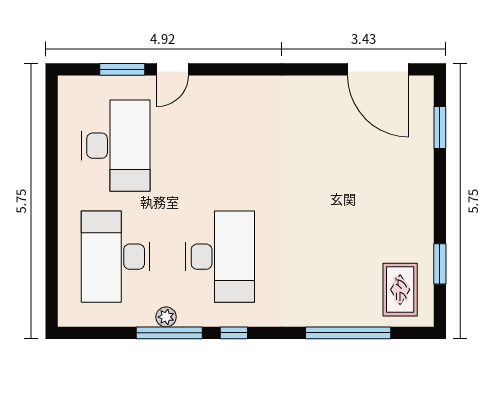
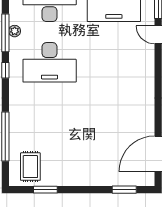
rug: (400, 290) -> (30, 167), turned 90

